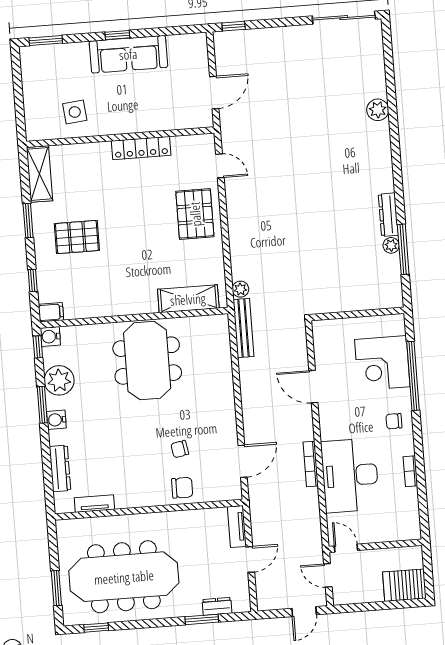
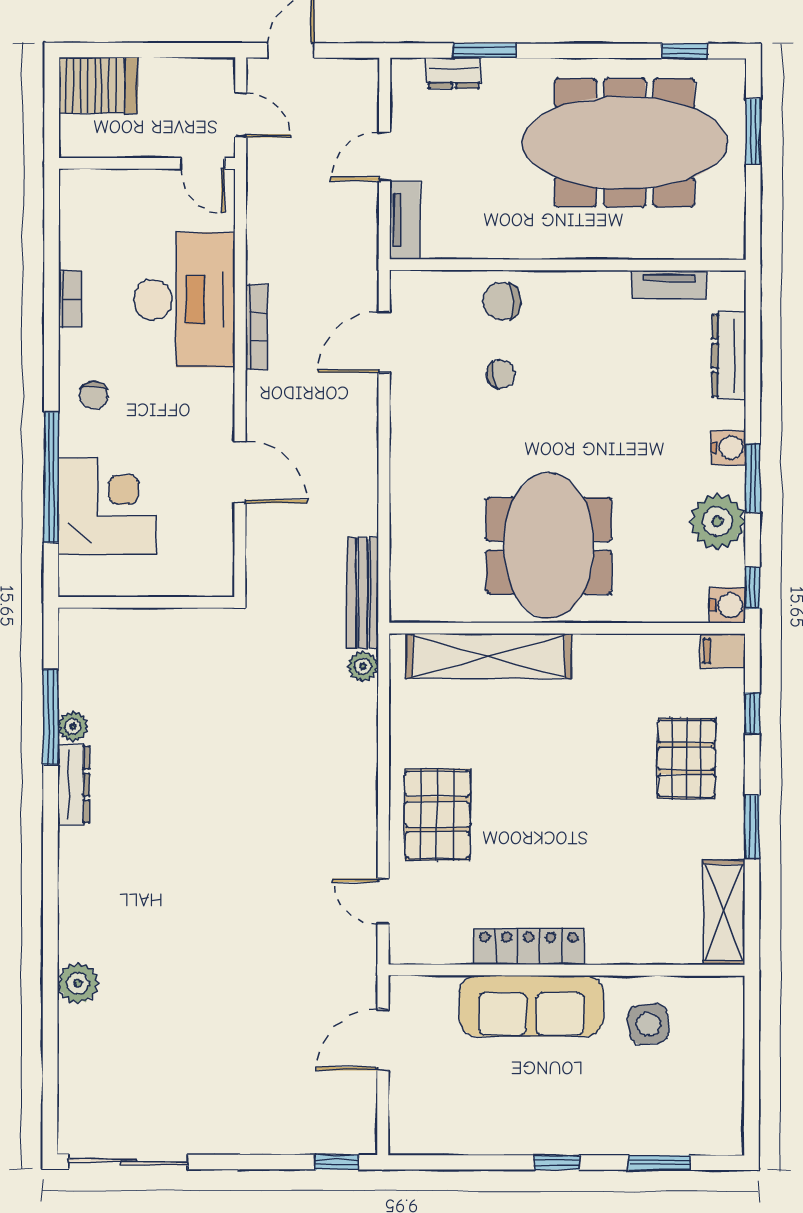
window: (46, 41) -> (659, 1163), moved
sofa: (128, 54) -> (531, 1006), moved, turned 180
pallet: (77, 237) -> (686, 758), moved, turned 90
shelving: (188, 299) -> (489, 656), width x1.47
chair: (394, 421) -> (94, 395), turned 90

